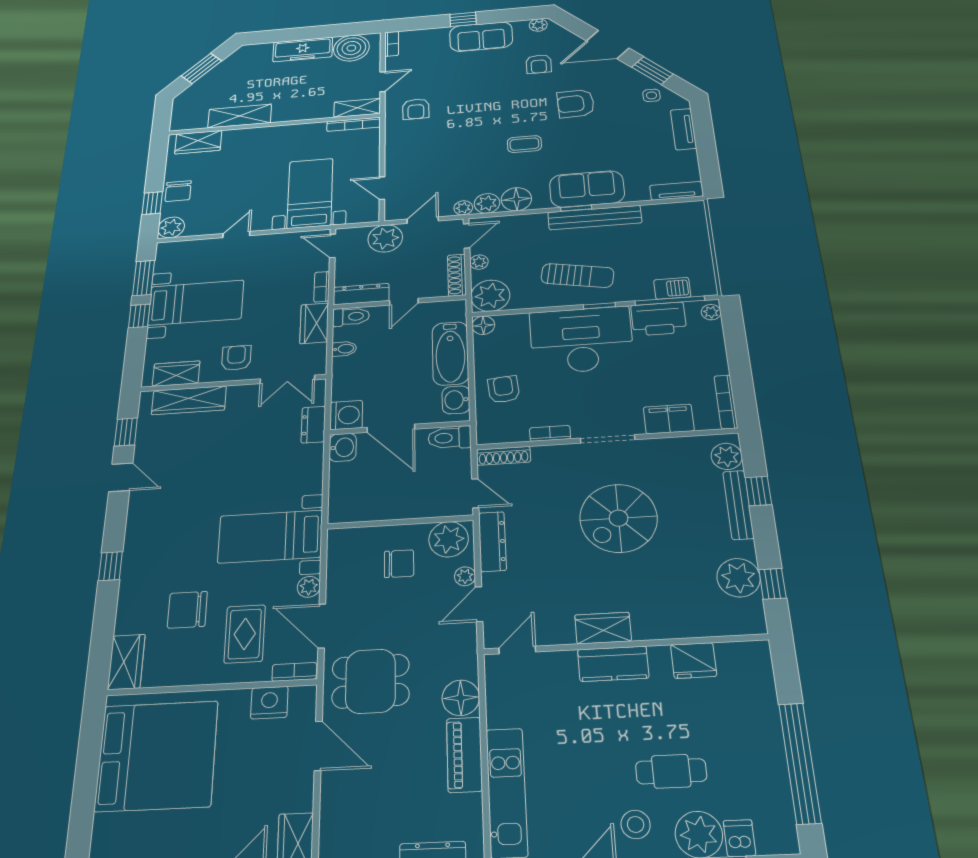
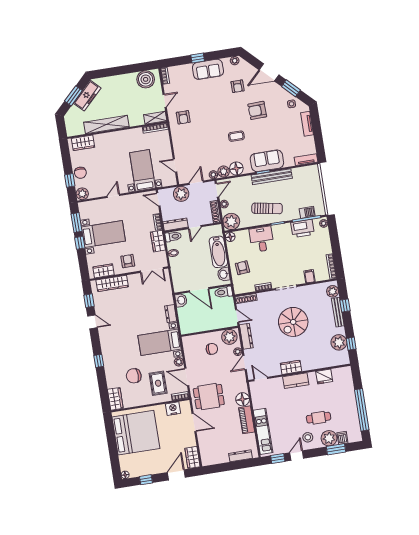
freezer: (303, 49) -> (87, 96), moved, turned -45
shelving: (240, 116) -> (106, 125), width x1.47
desk: (581, 340) -> (262, 239), width x0.53, depth x0.77
washing machine: (346, 415) -> (180, 285), removed
filing cabinet: (669, 419) -> (309, 276), width x0.50
dresser: (313, 425) -> (171, 314), moved
door: (517, 650) -> (261, 379), hinge flipped

